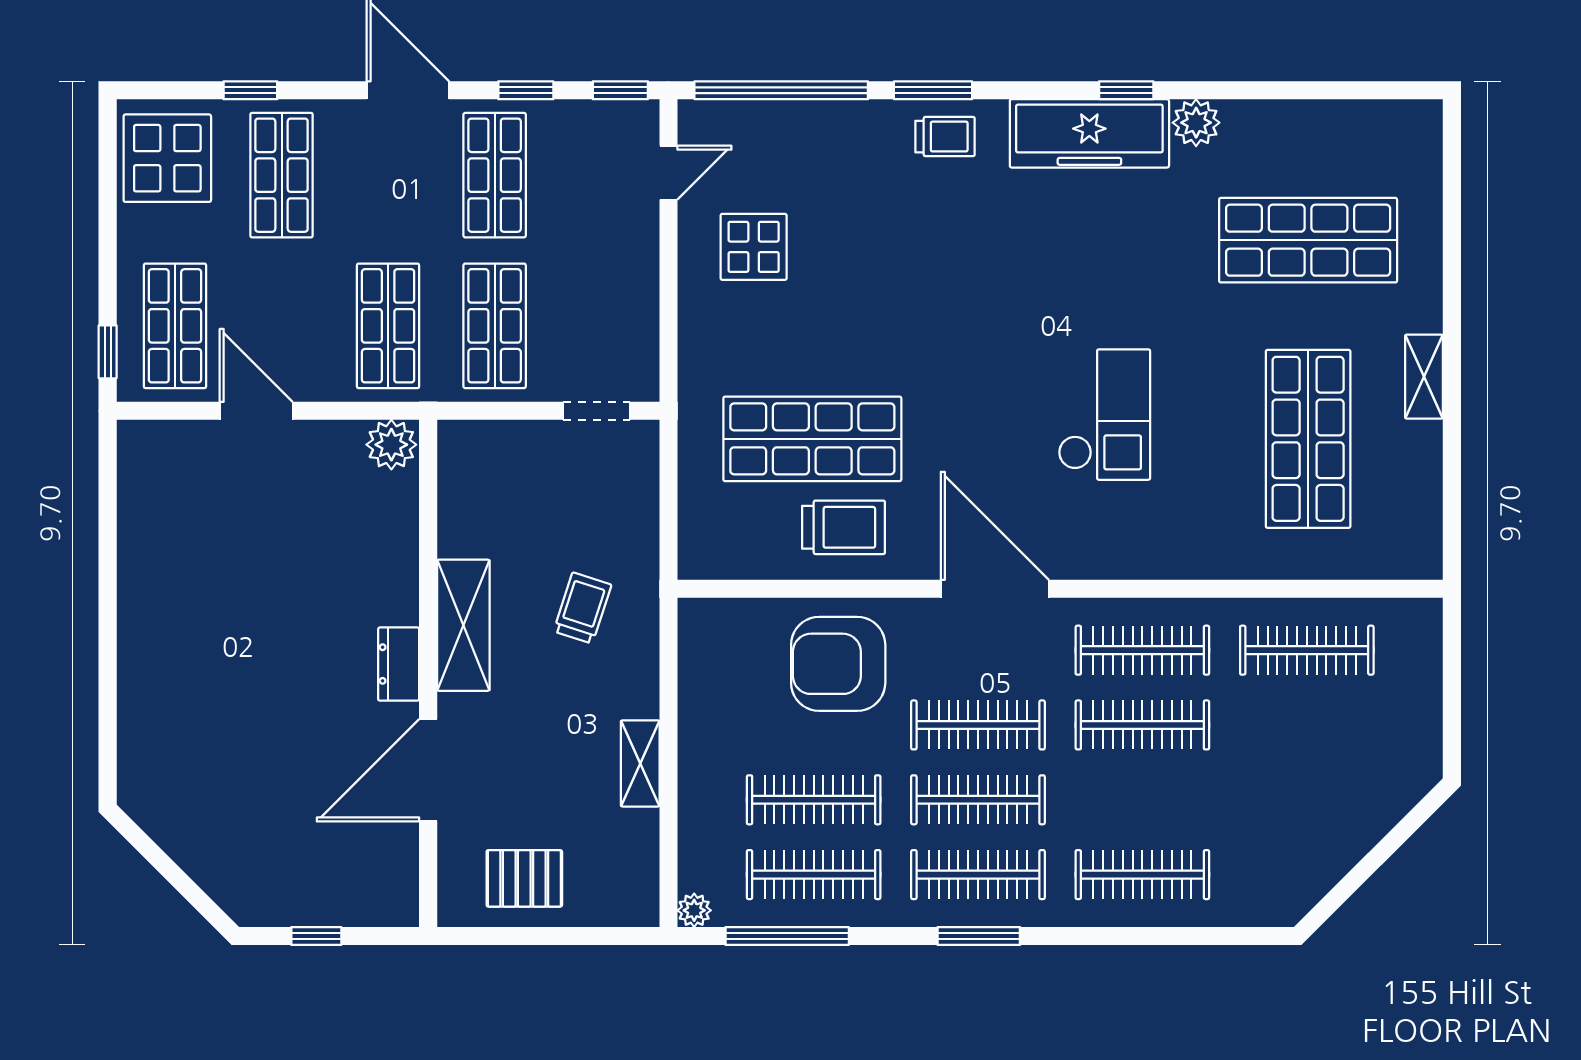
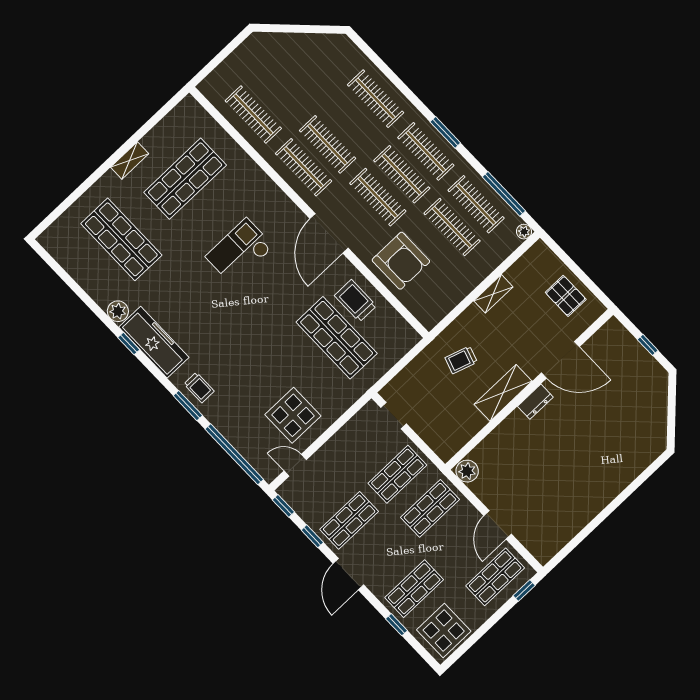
trolley: (945, 137) -> (199, 388), turned 180
display table: (754, 247) -> (293, 415), width x1.36, depth x1.36

